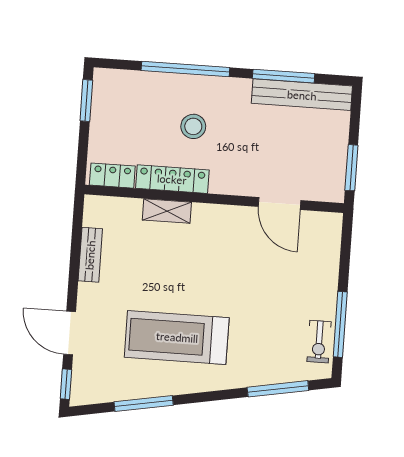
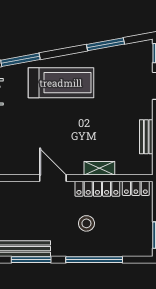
door: (280, 204) -> (53, 178), moved
treadmill: (177, 337) -> (61, 83), moved

